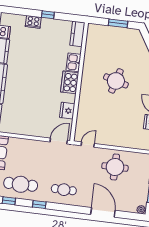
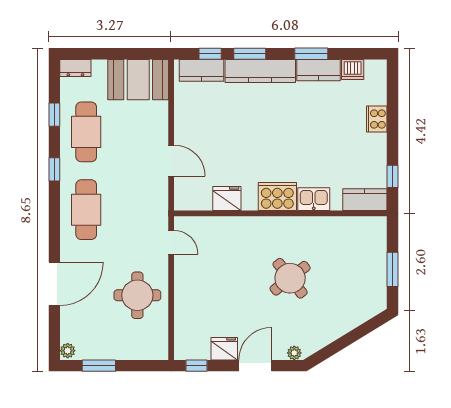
window: (48, 15) -> (392, 176), moved
round table: (116, 81) -> (290, 278), turned 36
door: (59, 141) -> (171, 161), moved
cafe table: (64, 190) -> (86, 210), width x1.37, depth x1.35

